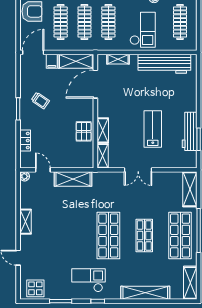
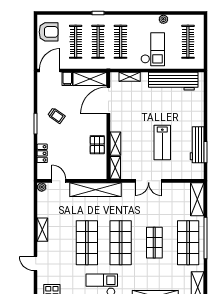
lab bench: (153, 129) -> (162, 143), turned 180
shelving: (73, 179) -> (96, 190), width x1.47
shop shelf: (72, 235) -> (87, 243), added

